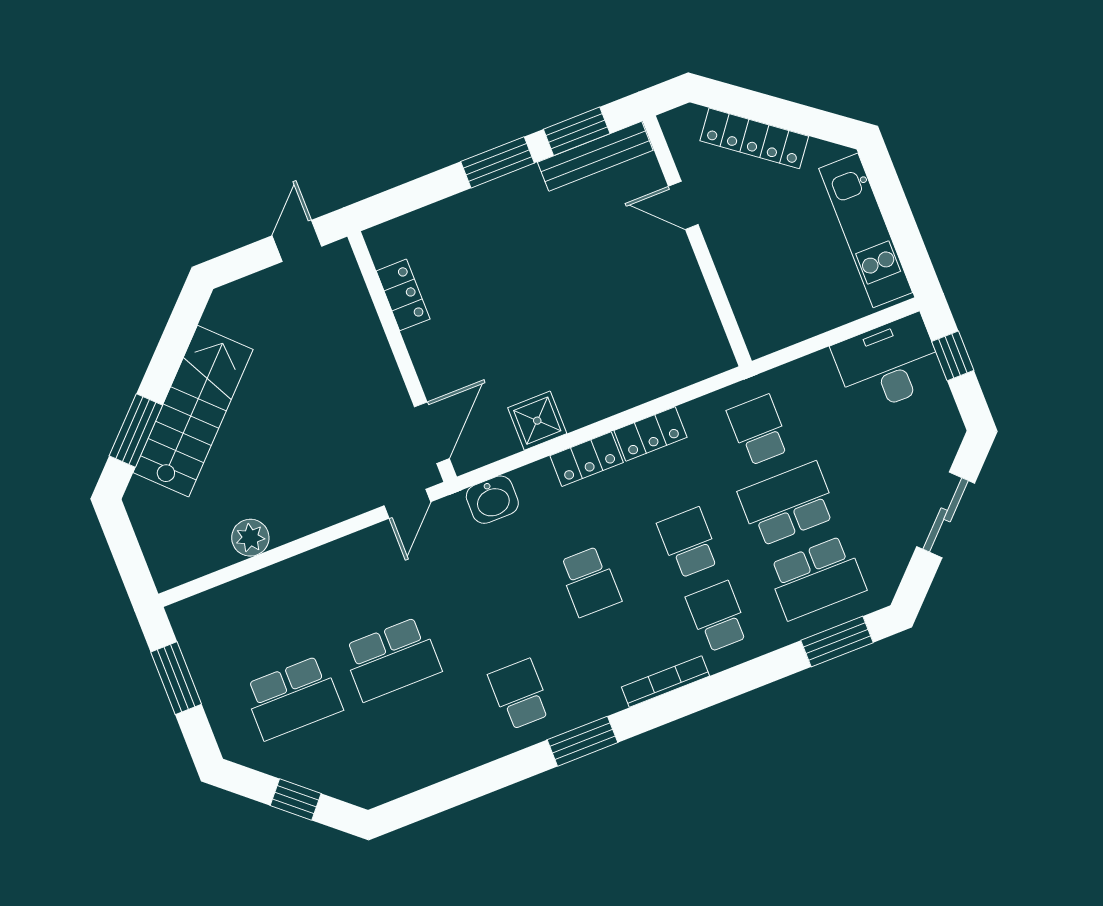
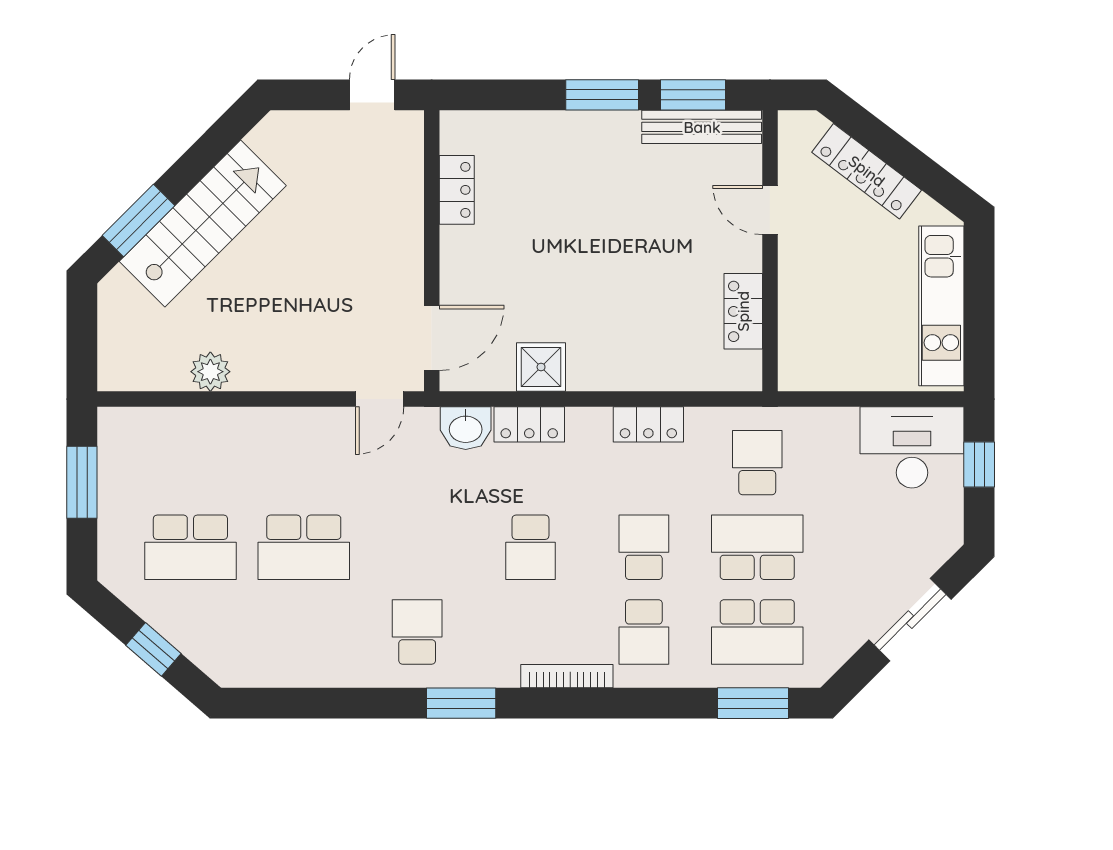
locker: (695, 303) -> (743, 311), added
locker: (587, 459) -> (529, 424), moved
school desk: (718, 617) -> (644, 632), turned 180

